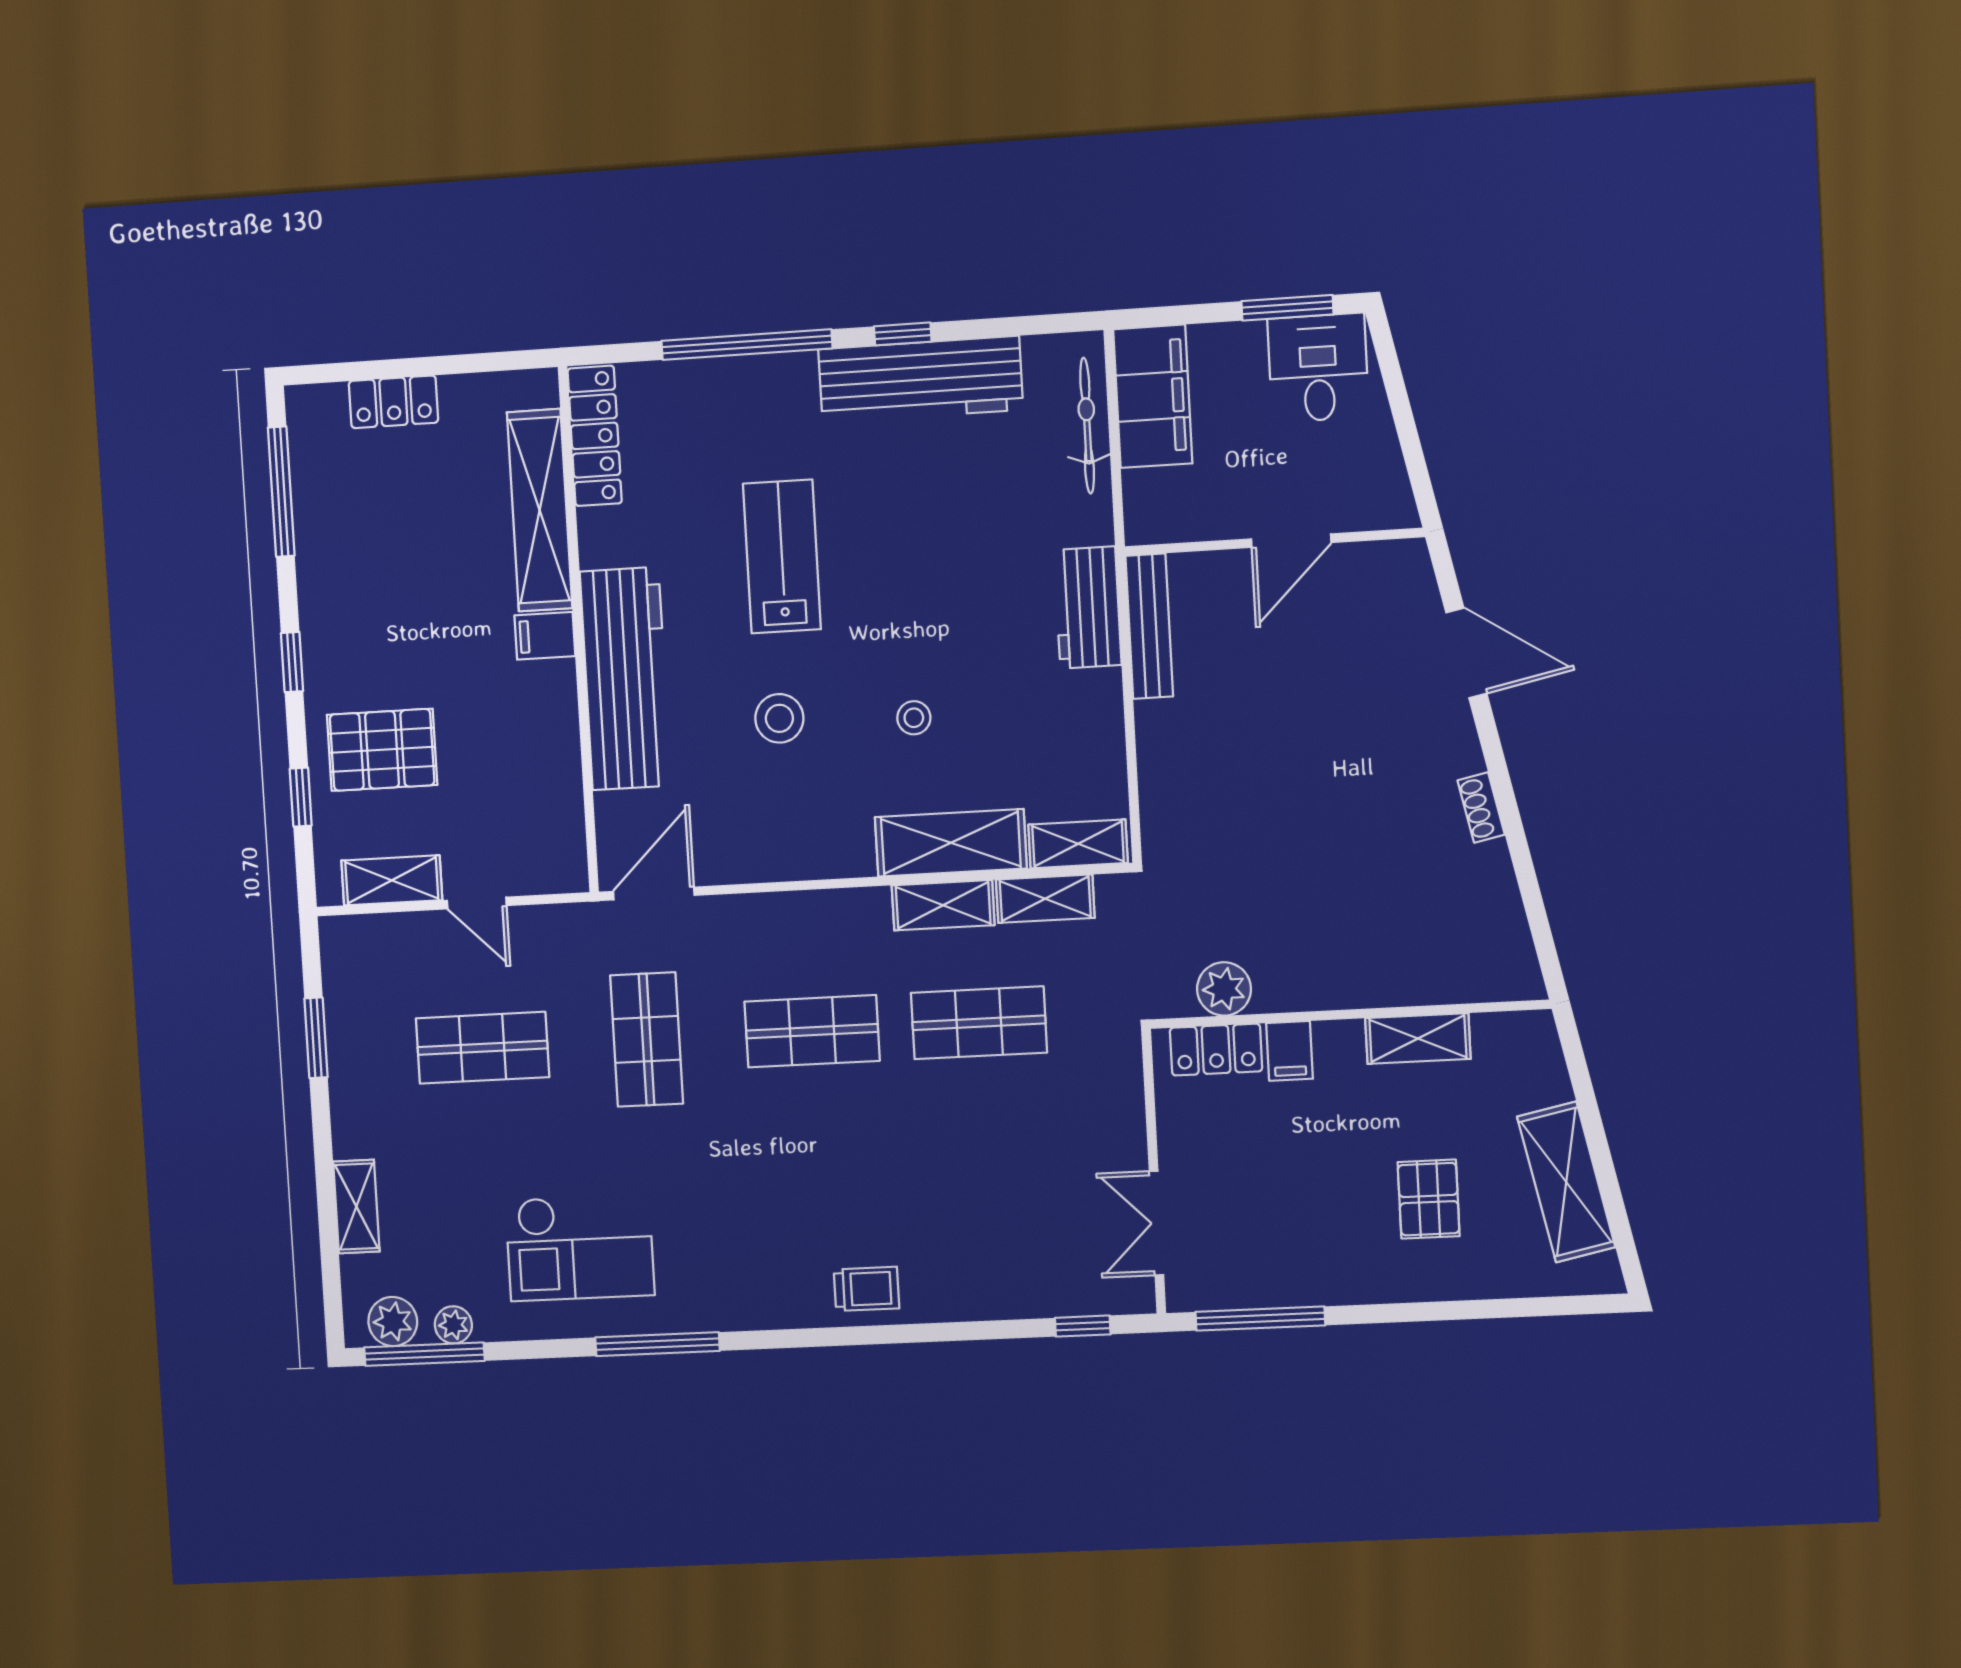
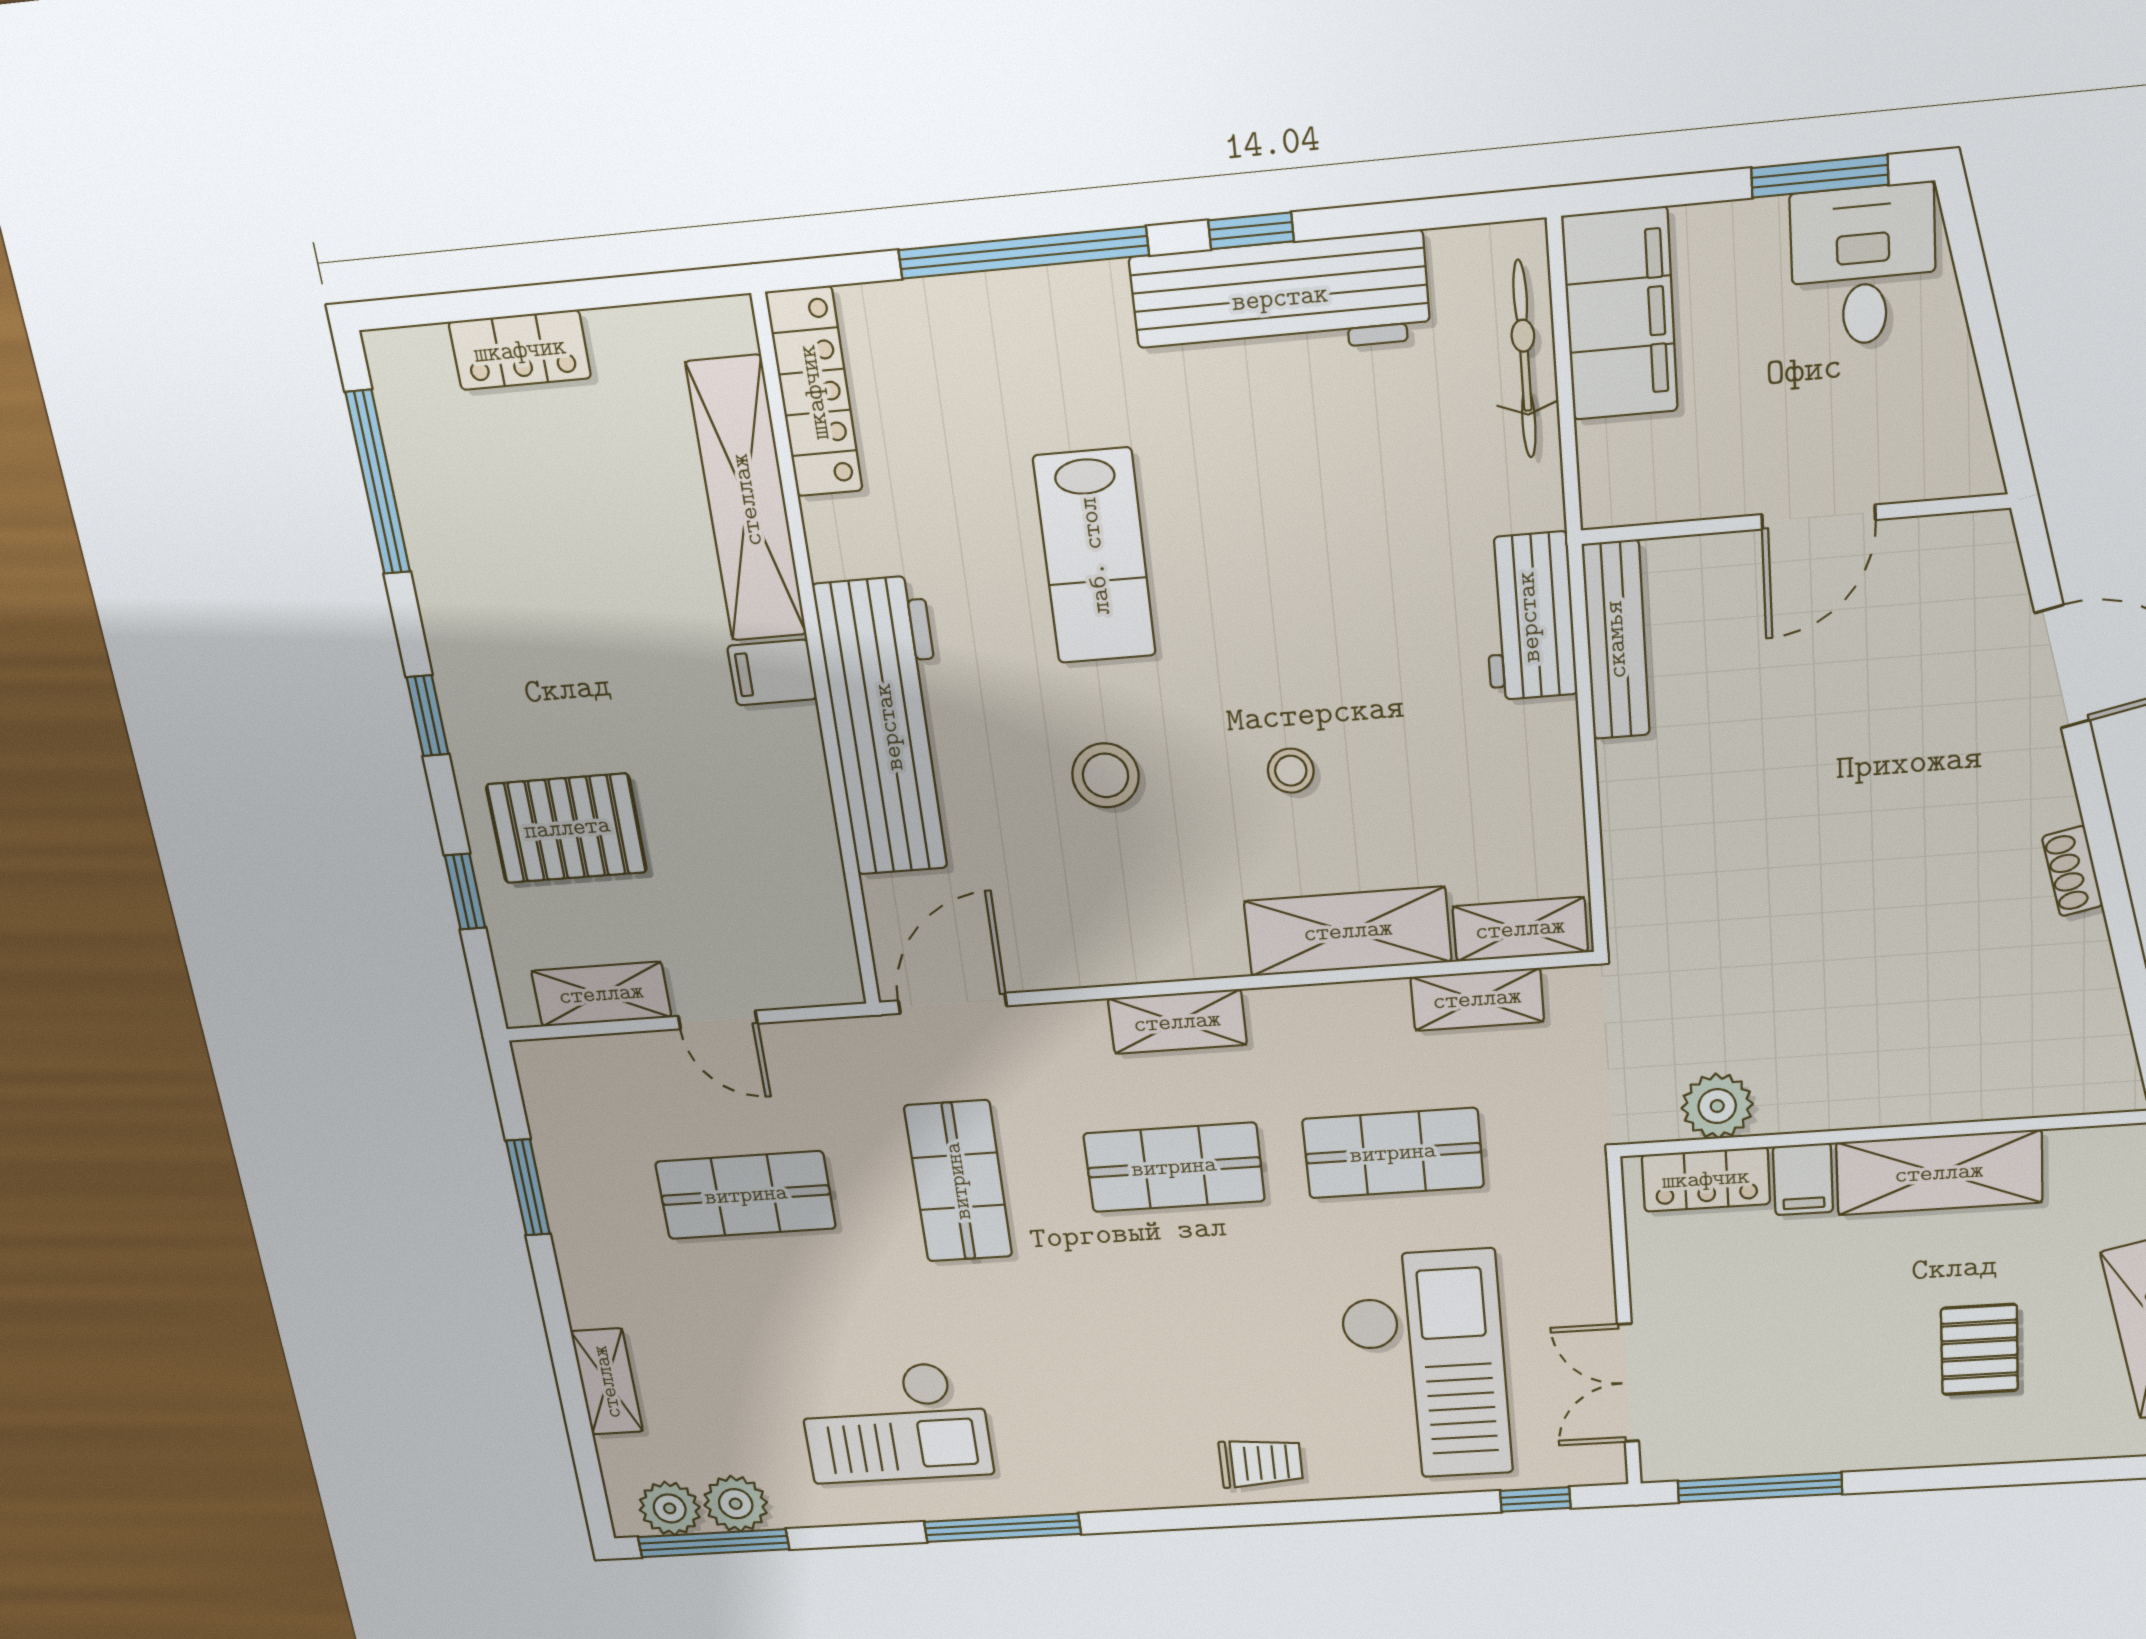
lab bench: (782, 556) -> (1095, 556), turned 180
shelving: (943, 905) -> (1177, 1022), moved
shelving: (1418, 1039) -> (1939, 1173), width x1.50, depth x1.33
checkout: (998, 1205) -> (1425, 1366), added
plant: (453, 1325) -> (736, 1504), width x1.38, depth x1.38

